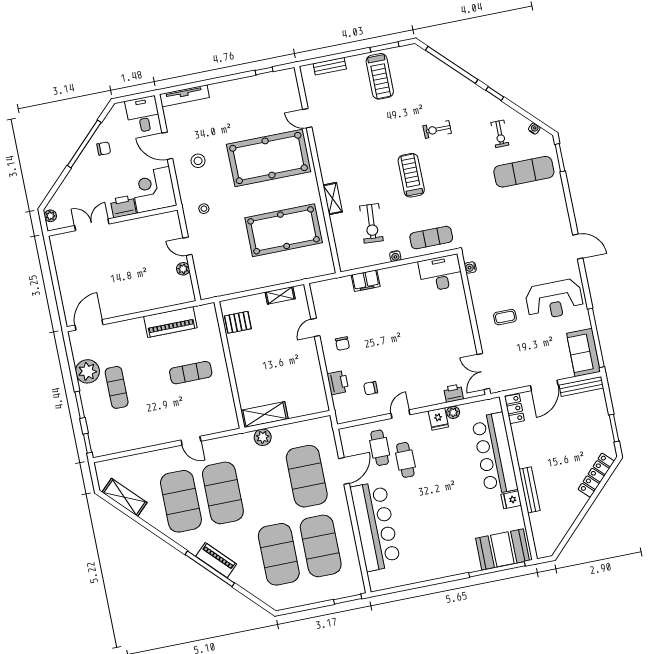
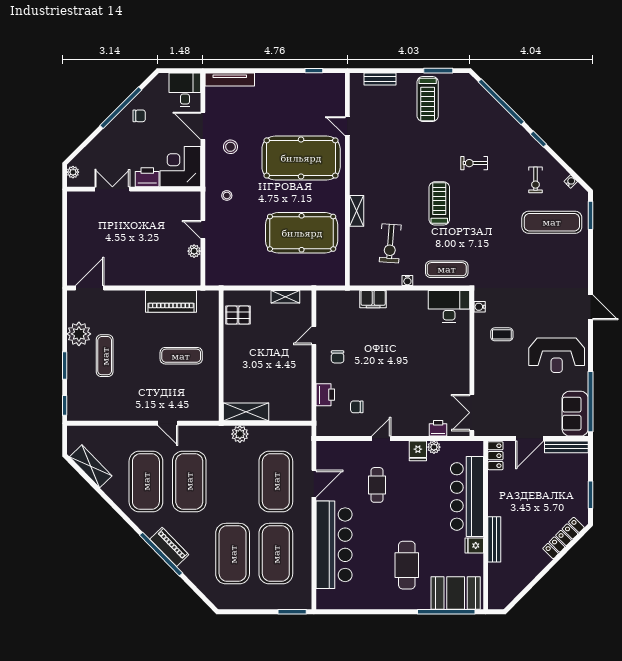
coffee table: (505, 317) -> (502, 334), moved
cafe table: (380, 448) -> (407, 565), moved, width x1.37, depth x1.35

